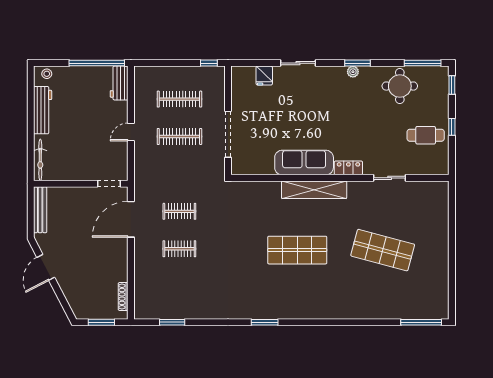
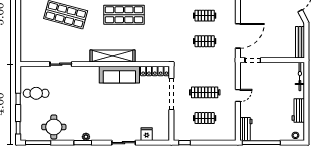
clothes rail: (179, 99) -> (205, 118), width x0.73
workbench: (43, 110) -> (298, 110), width x0.73
locker: (348, 168) -> (155, 71), moved, width x1.53

